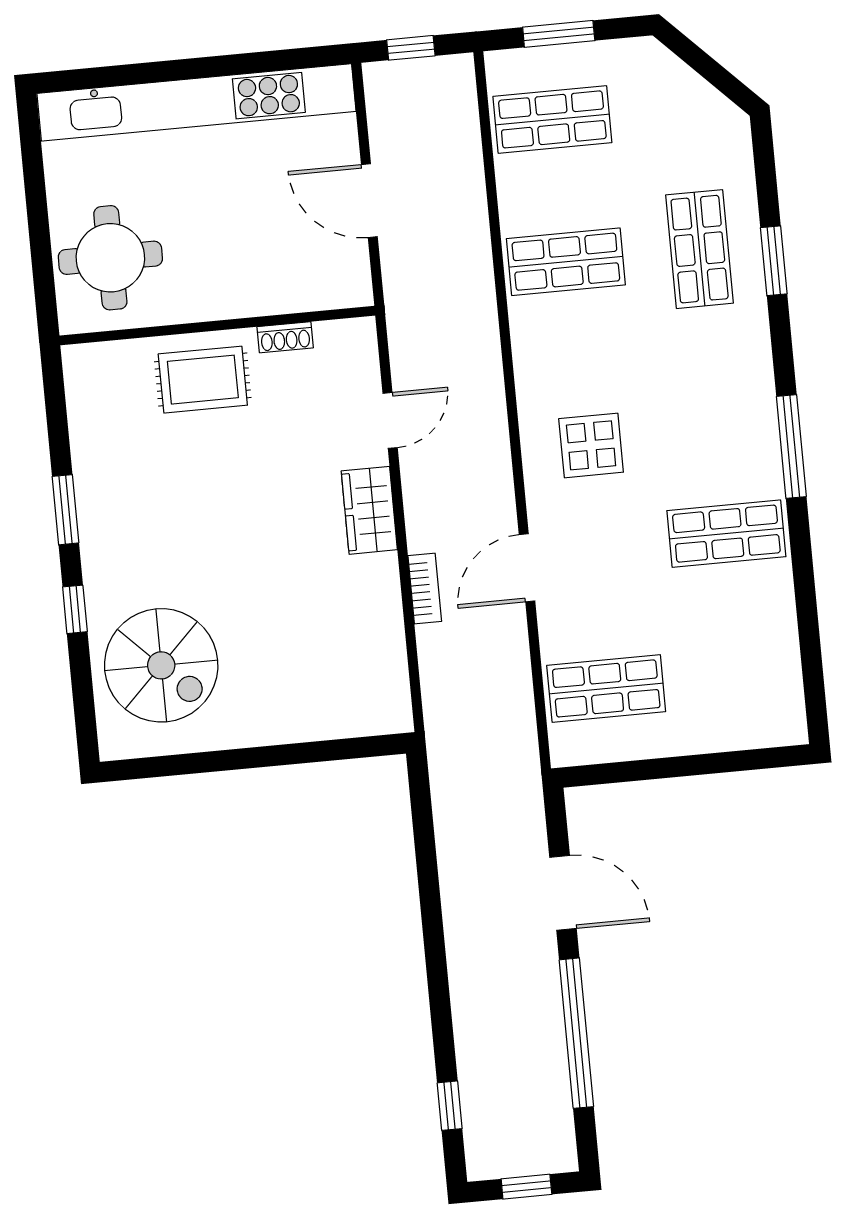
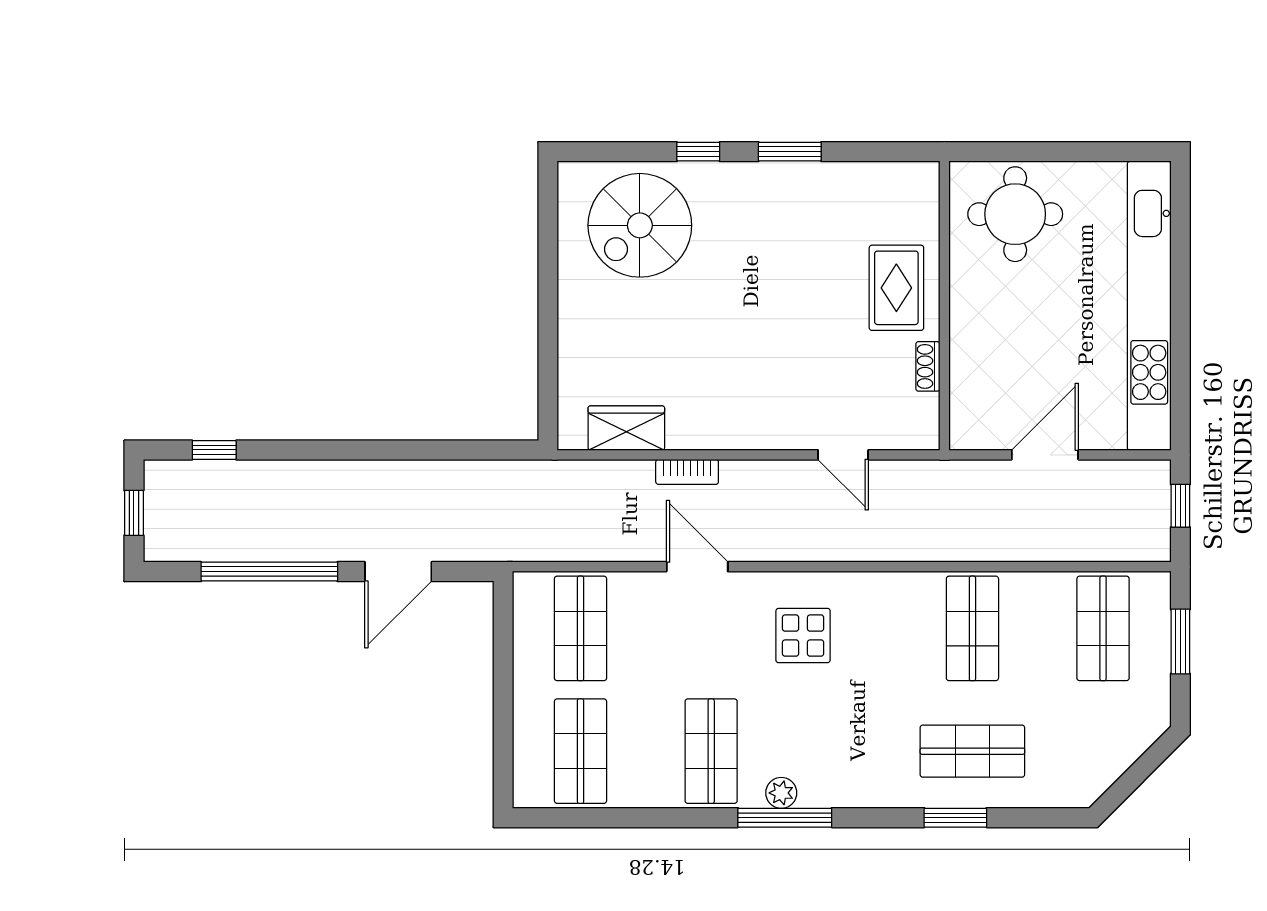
plant: (765, 453) -> (781, 793), added
wardrobe: (369, 510) -> (626, 428), moved
shop shelf: (740, 676) -> (581, 751), added

